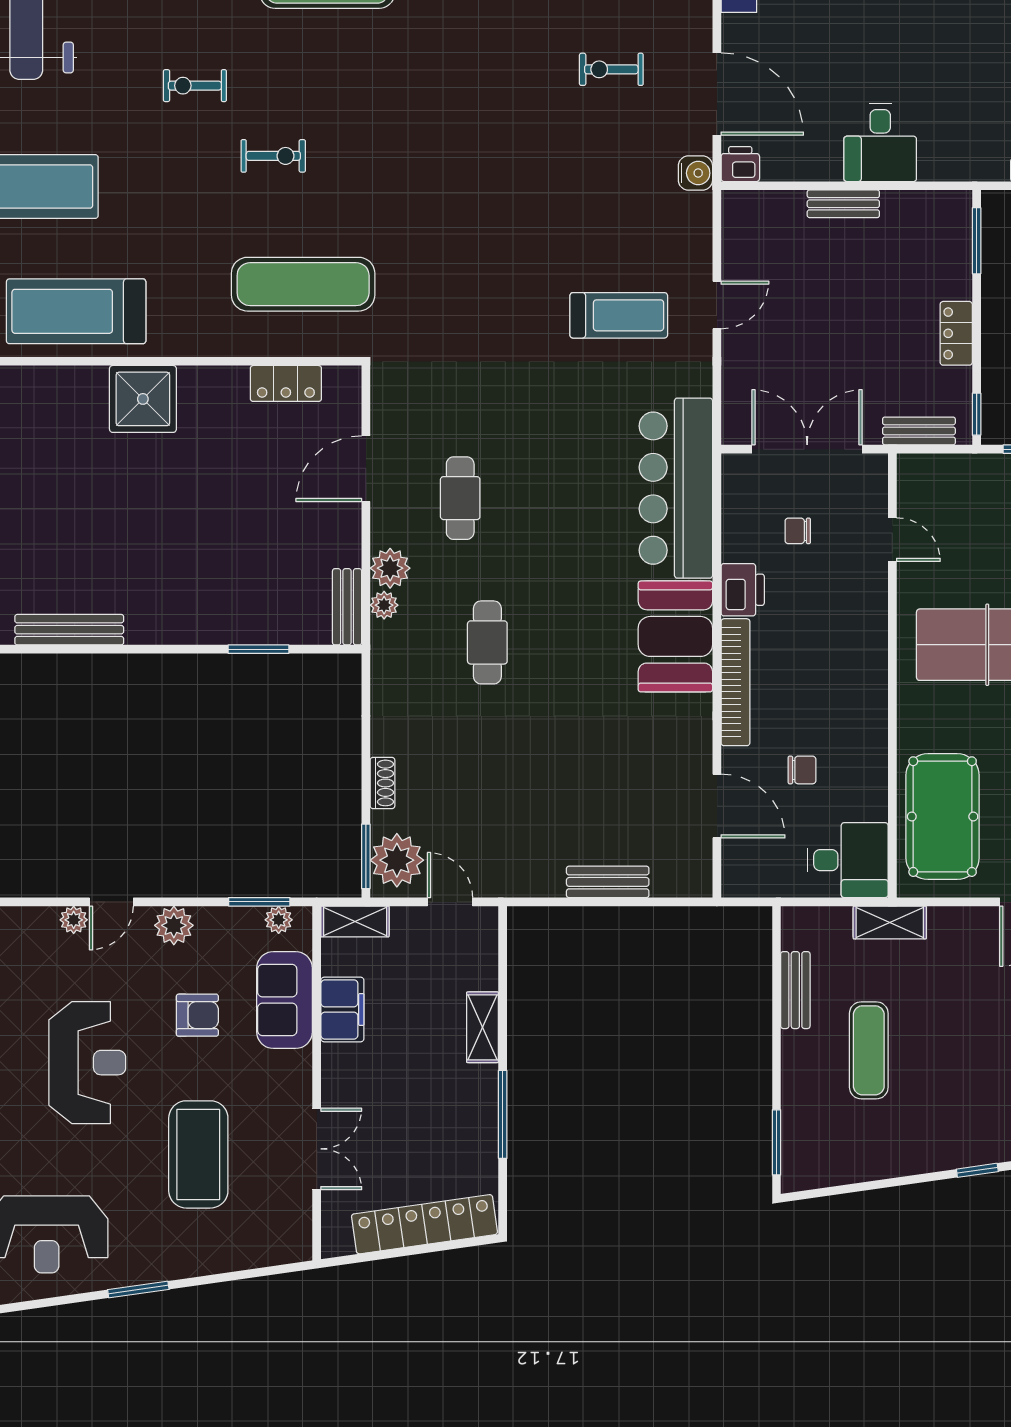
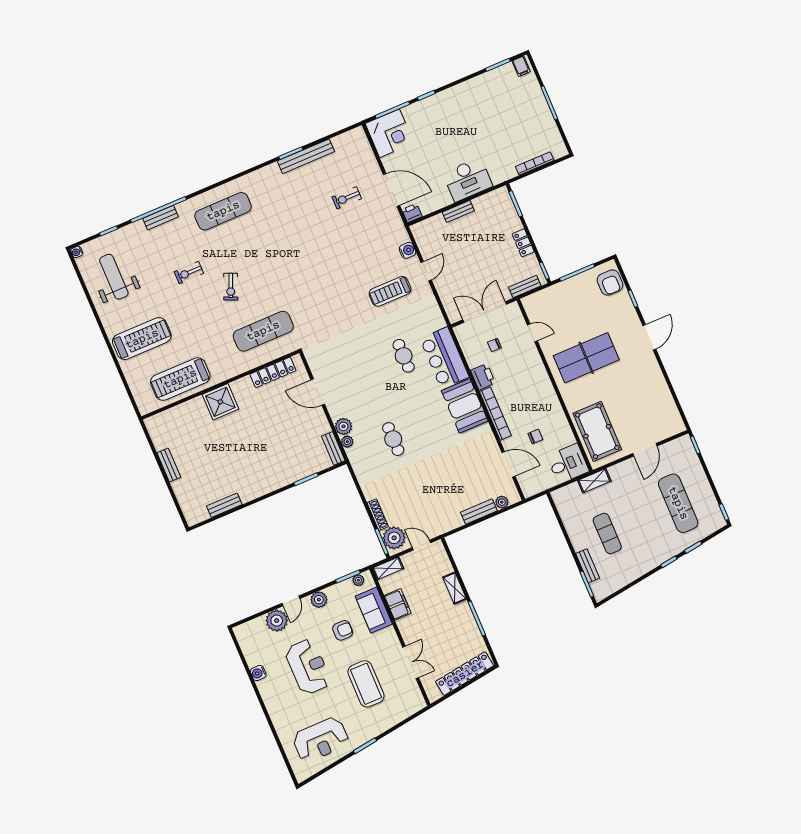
desk: (880, 142) -> (468, 180), width x1.37
exercise bike: (273, 156) -> (231, 287), turned 113
water cooler: (695, 173) -> (407, 250), moved
treadmill: (619, 315) -> (390, 291), turned 180
locker: (286, 383) -> (273, 372), width x1.53
door: (366, 469) -> (318, 392), hinge flipped
bar counter: (676, 488) -> (444, 358), width x0.73
cafe table: (460, 498) -> (404, 356), moved
bench: (69, 630) -> (224, 505), width x0.73
shoe rack: (382, 783) -> (378, 515), width x1.43
plant: (667, 883) -> (502, 502), added
plant: (74, 920) -> (277, 621), width x1.88, depth x1.88
bench: (795, 990) -> (588, 566), moved

